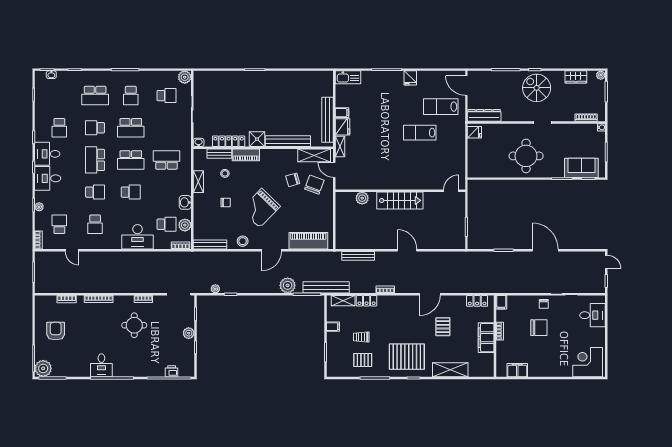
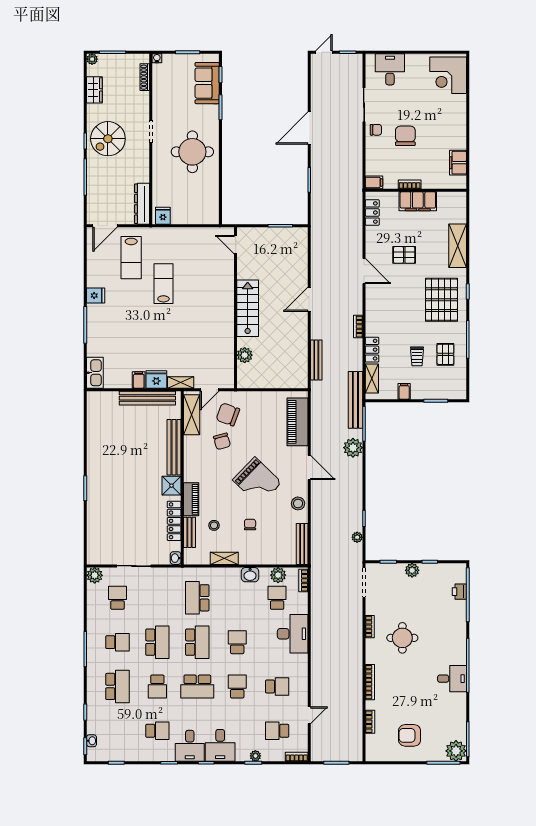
lab bench: (420, 133) -> (163, 284), turned 180

